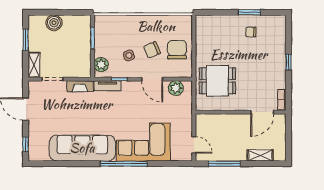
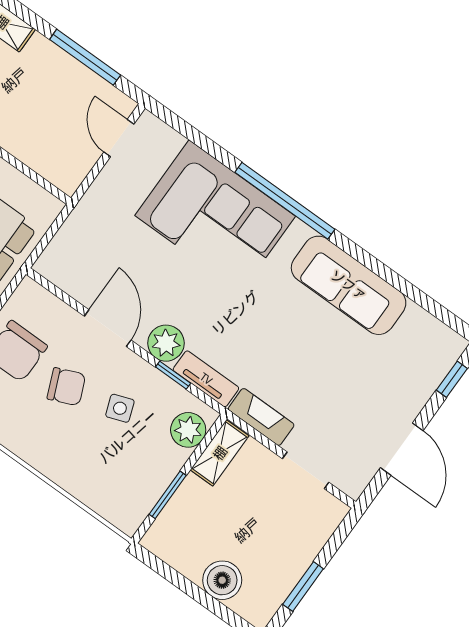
shelving: (34, 65) -> (220, 453), moved
plant: (176, 88) -> (166, 343), moved
sofa: (82, 148) -> (349, 285), width x0.74, depth x0.79

